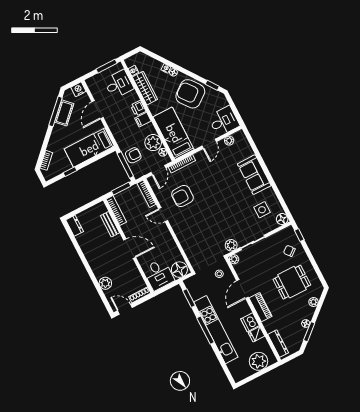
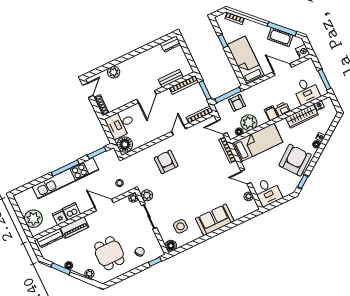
armchair: (182, 196) -> (166, 162), moved
piano: (260, 307) -> (75, 228), moved

